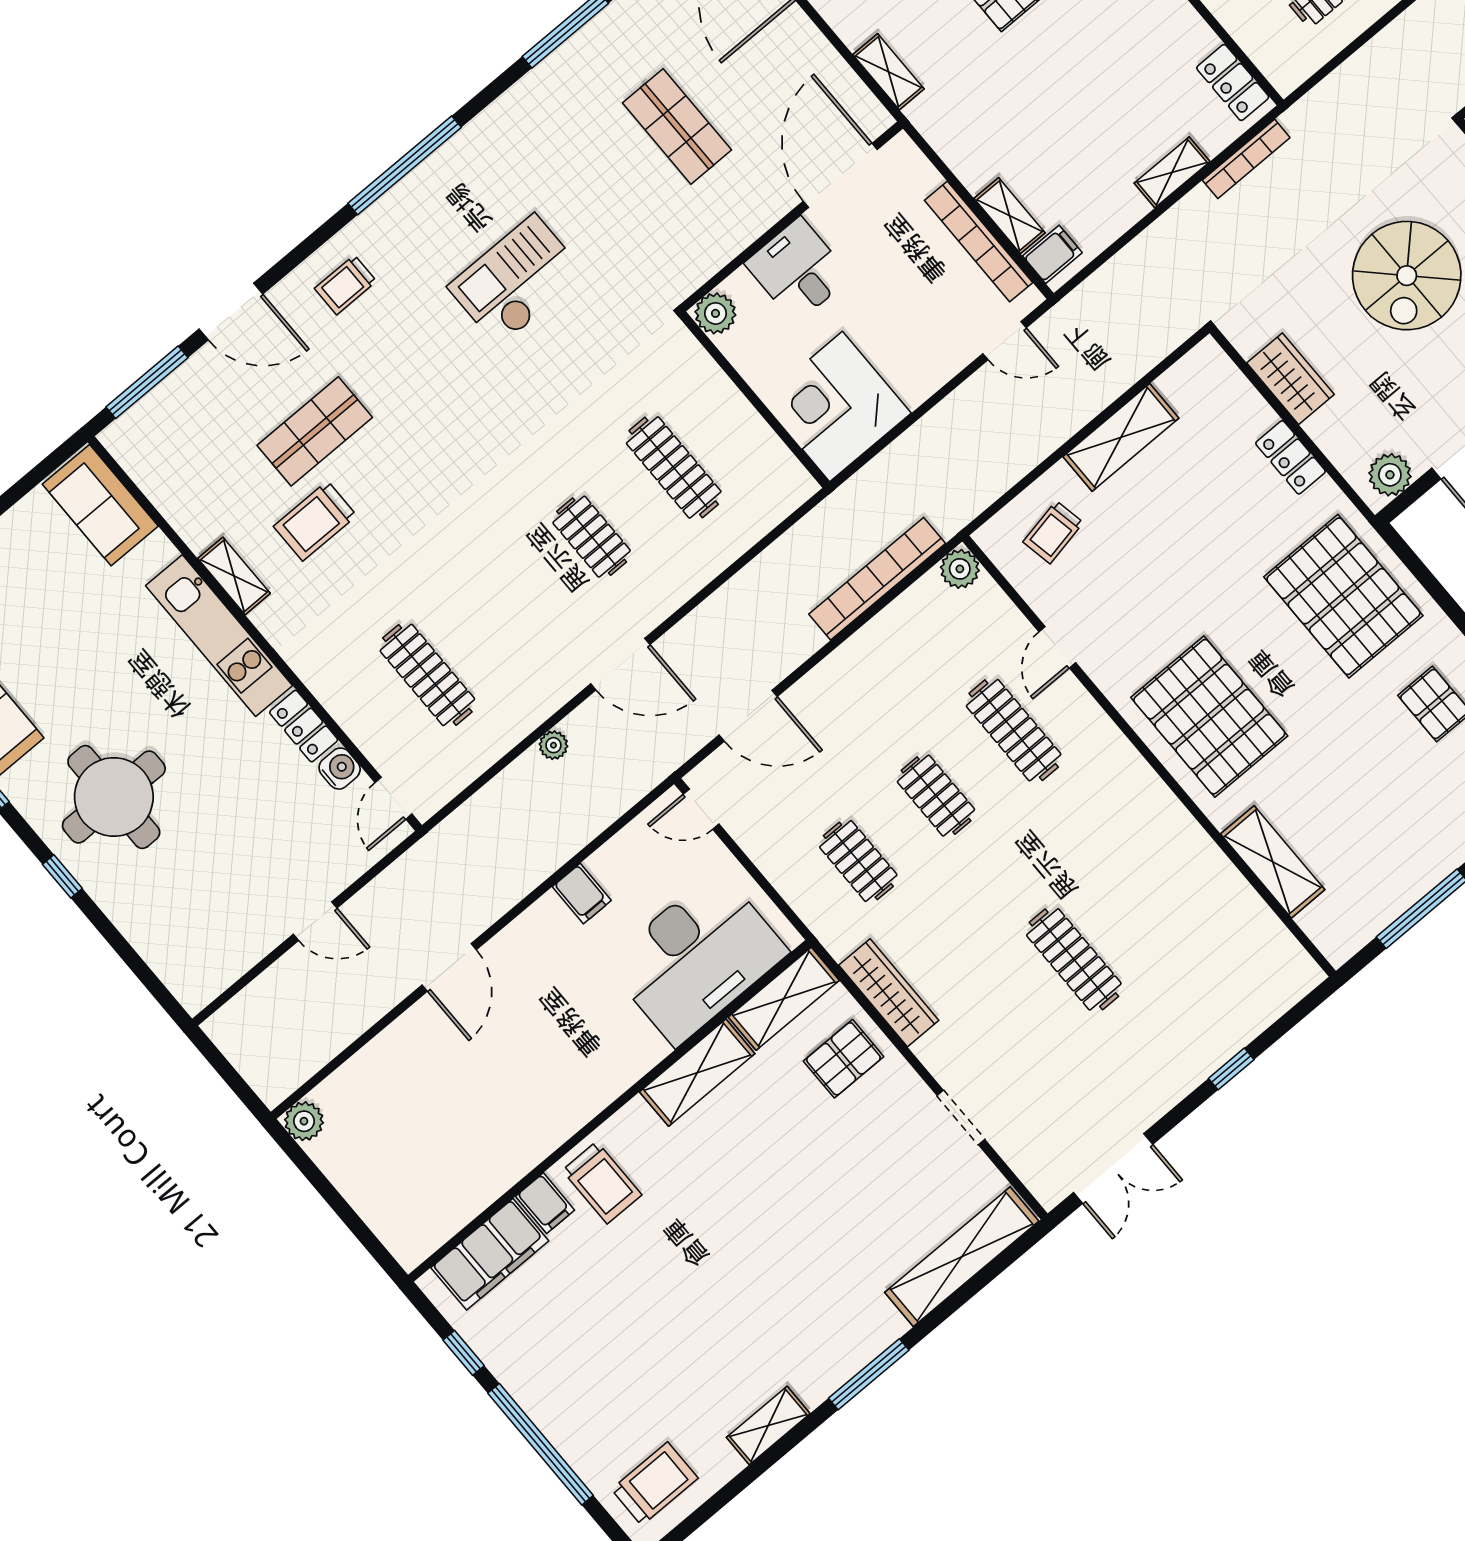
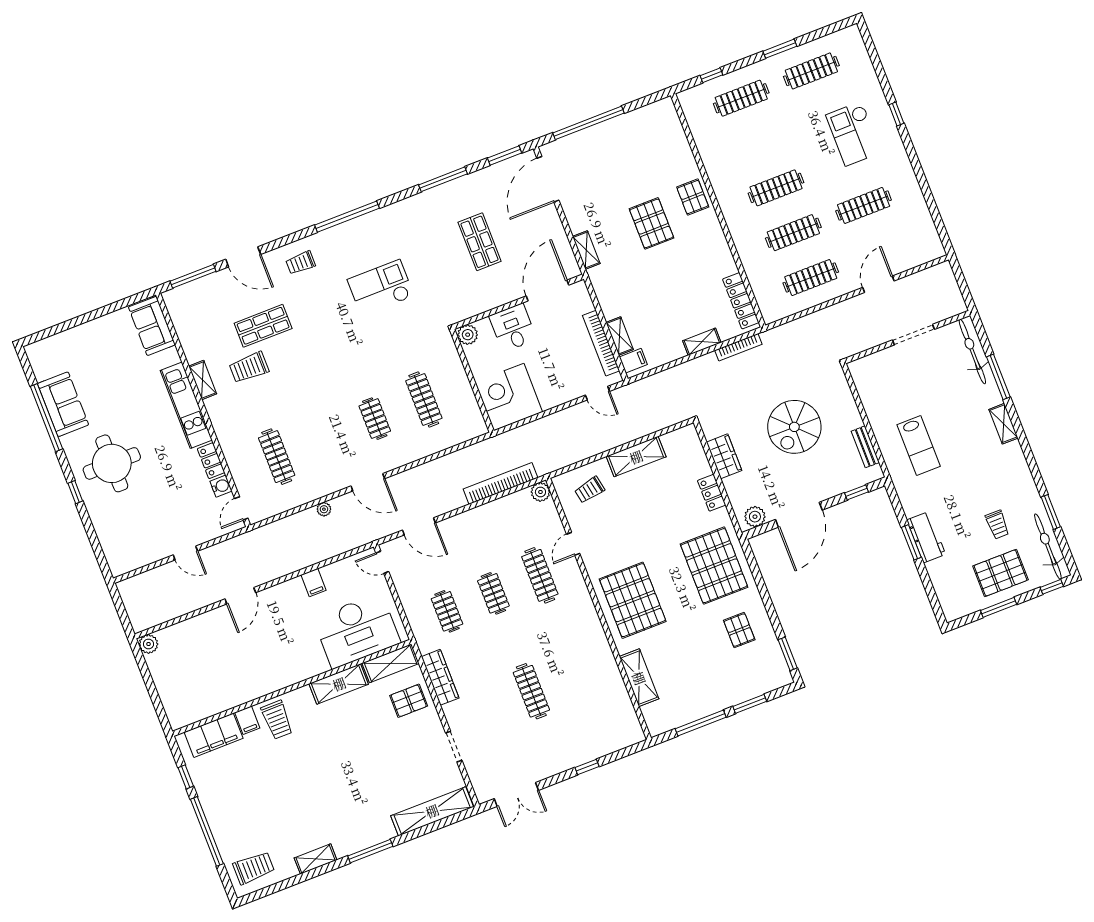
locker: (1233, 82) -> (741, 301), width x1.53

